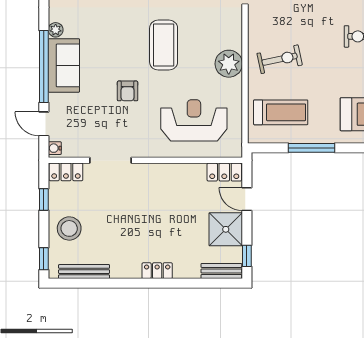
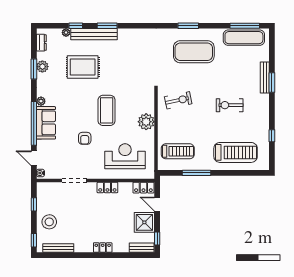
exercise bike: (280, 59) -> (178, 100), moved
locker: (66, 172) -> (107, 187), moved

